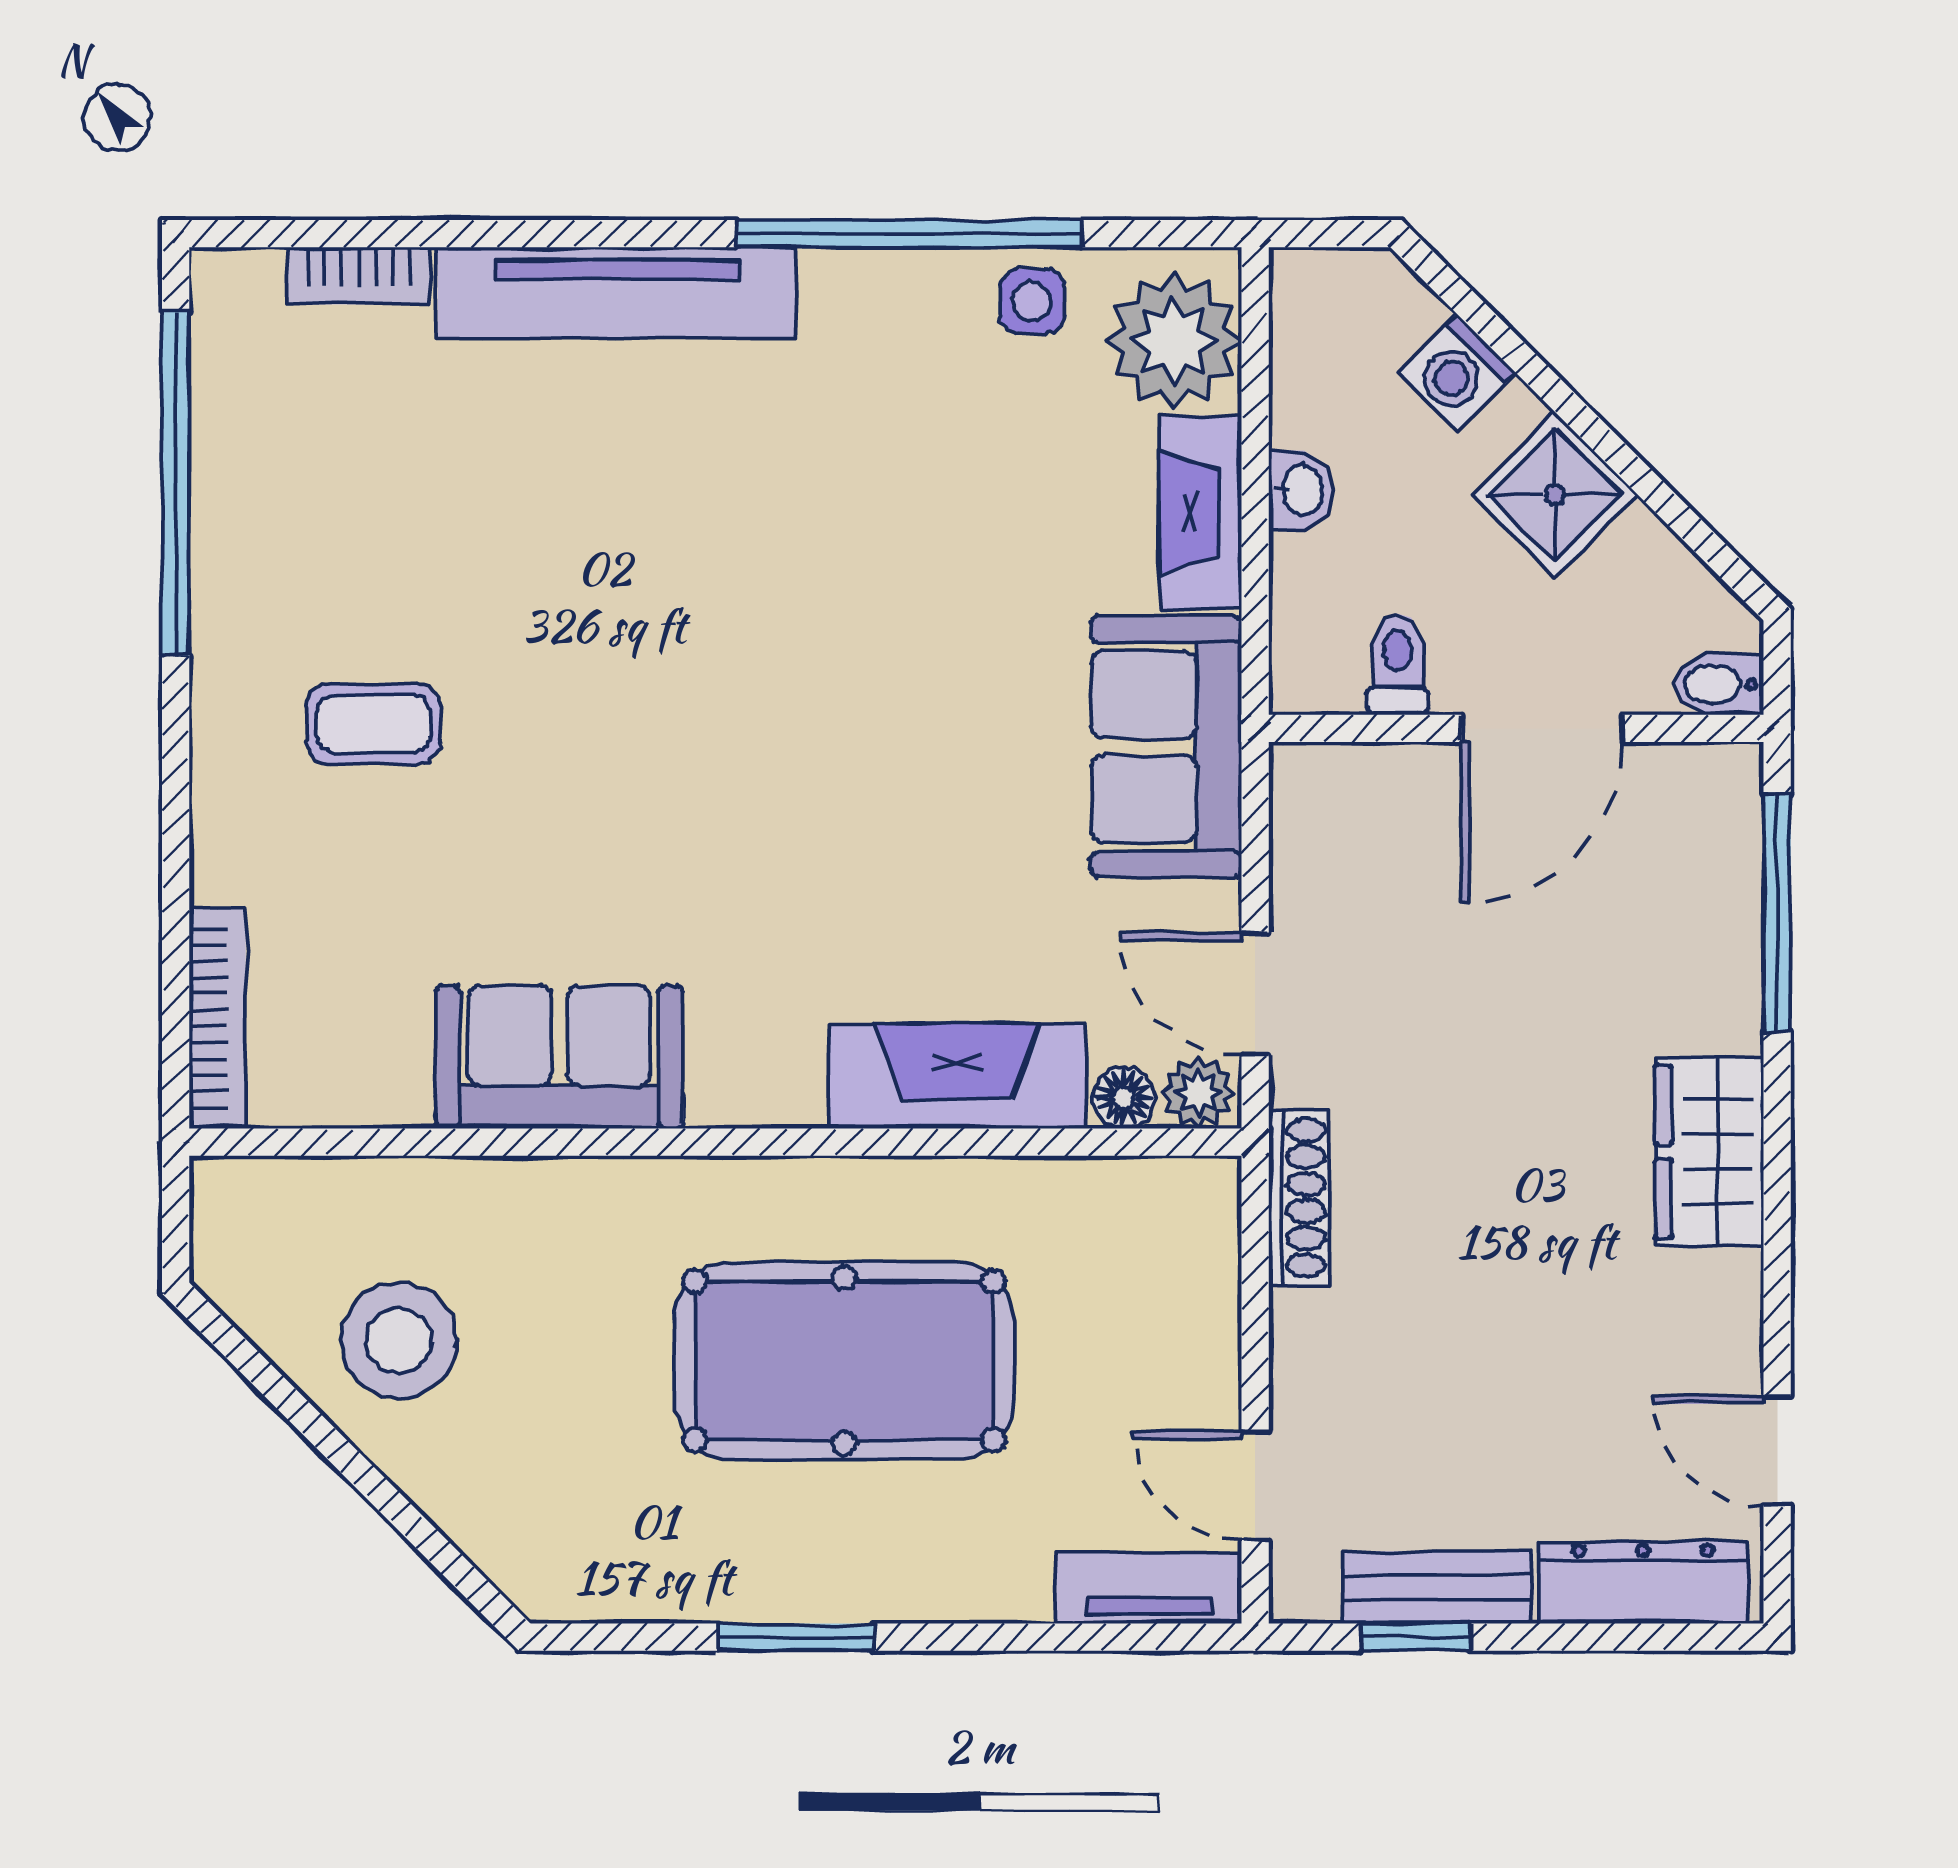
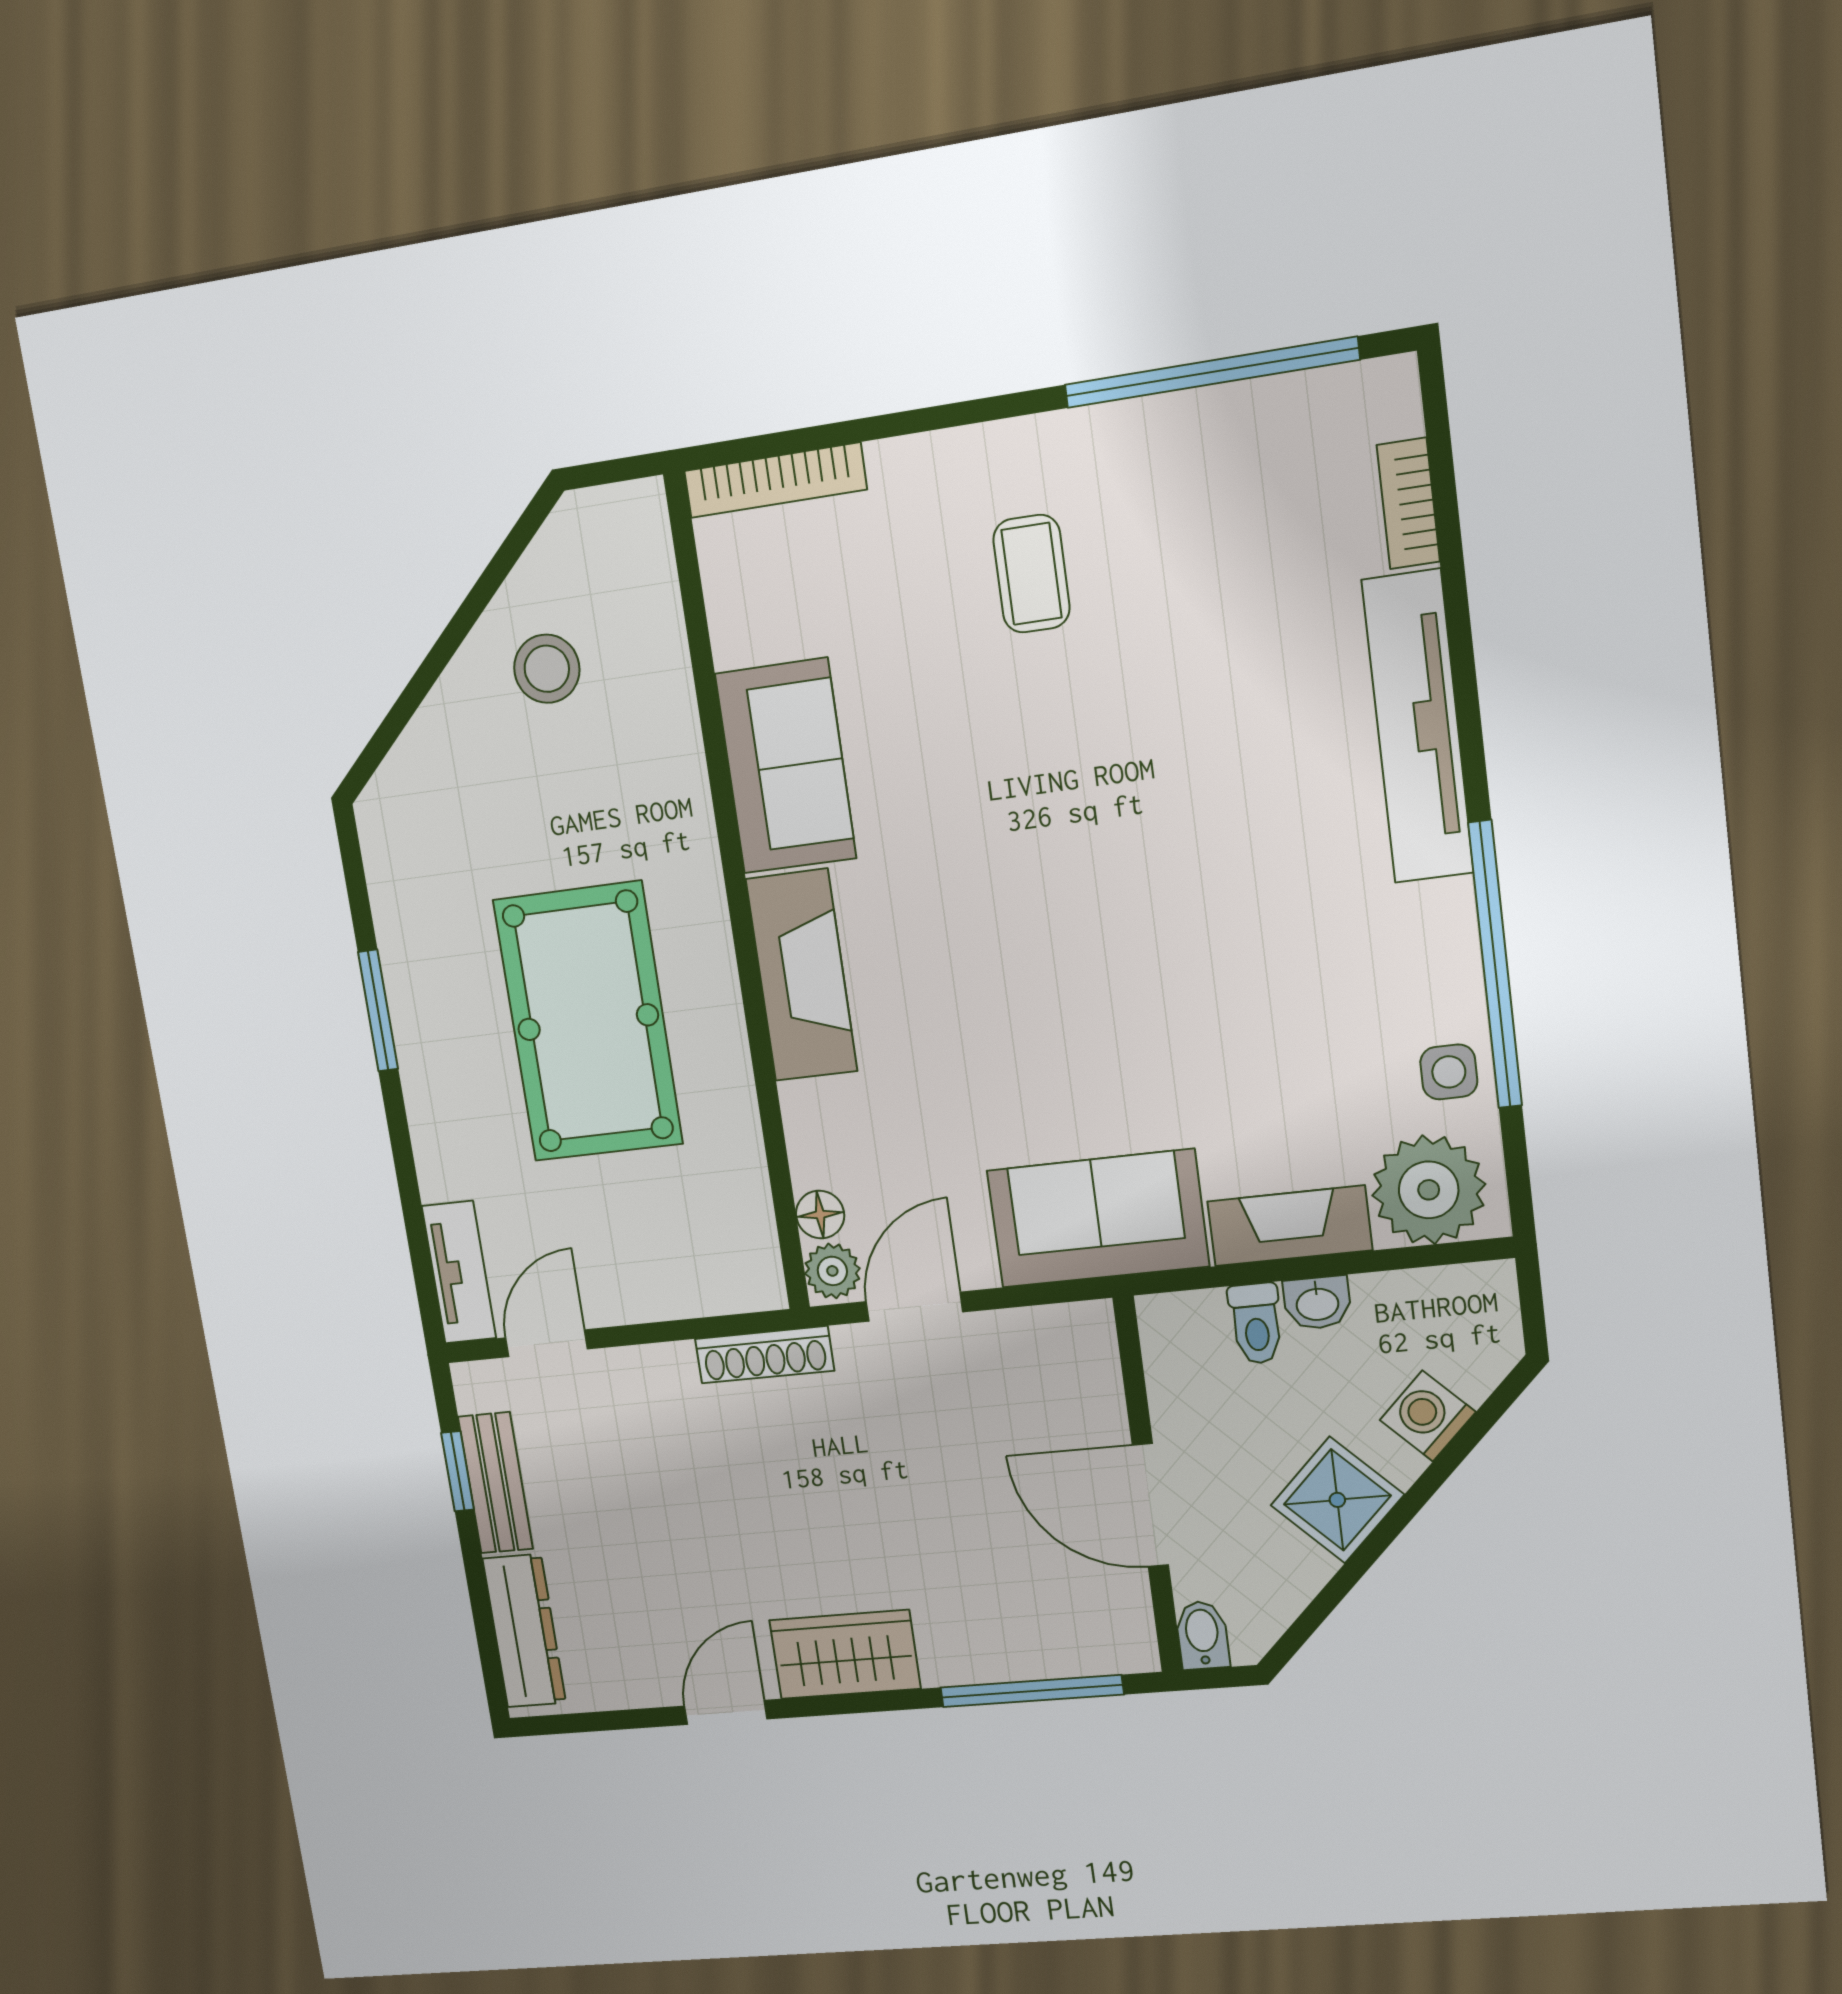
toilet: (1397, 664) -> (1256, 1323), moved, turned 90
fireplace: (957, 1076) -> (802, 975), moved
stool: (399, 1341) -> (547, 669), width x0.73, depth x0.73
door: (1777, 1451) -> (726, 1712), moved

